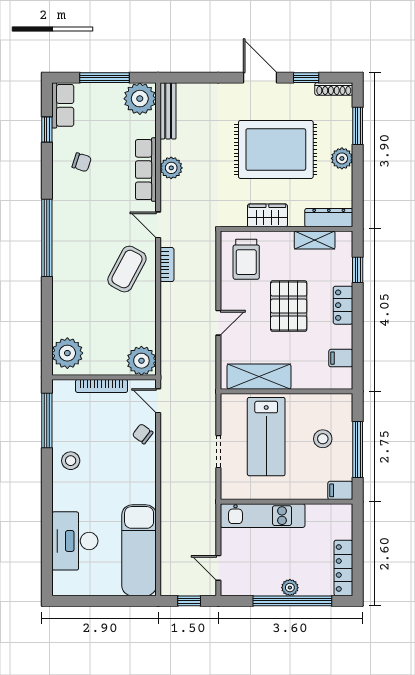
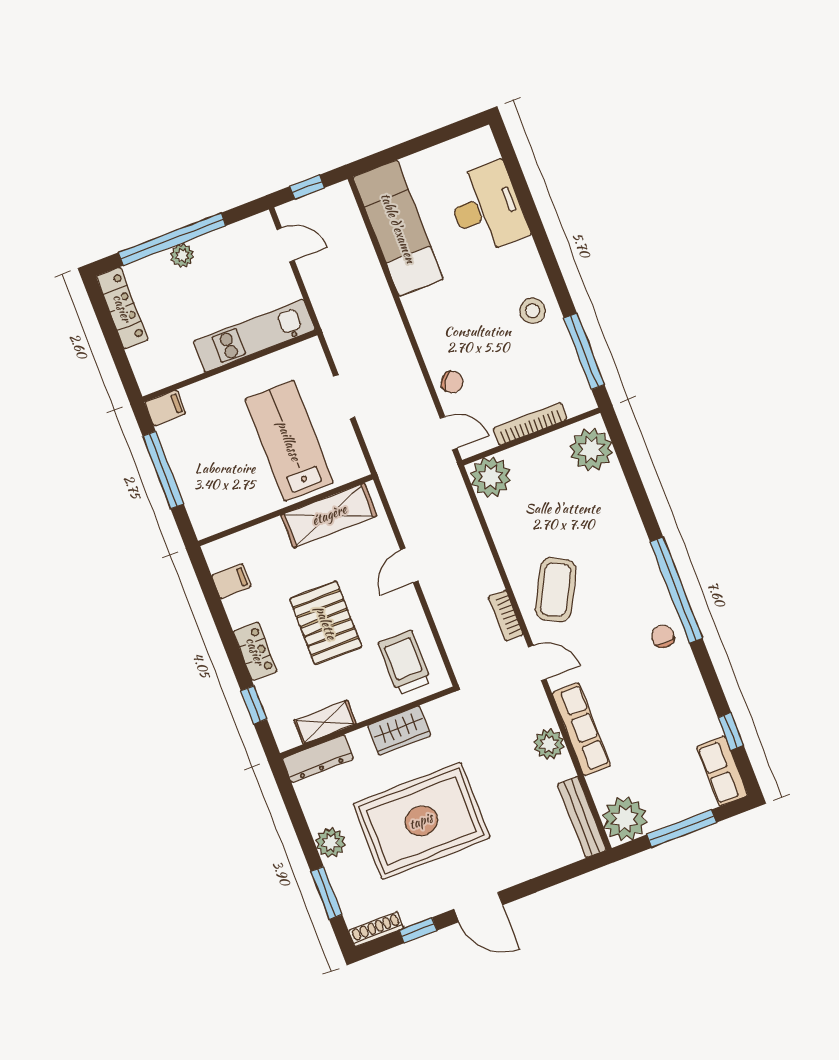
chair: (82, 162) -> (663, 636), moved, turned 72
stool: (323, 439) -> (214, 467), removed

